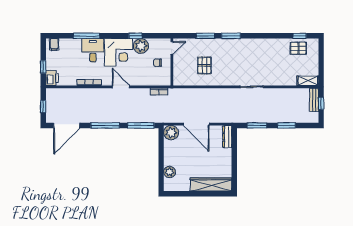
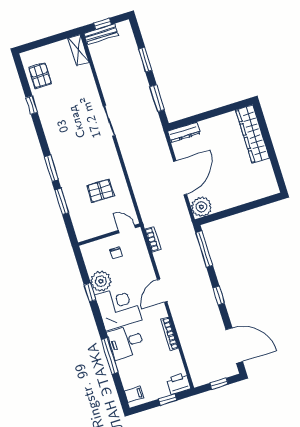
window: (300, 36) -> (32, 105), moved
door: (172, 48) -> (127, 229), moved
window: (105, 125) -> (219, 296), width x0.46
plant: (170, 172) -> (253, 193), removed

